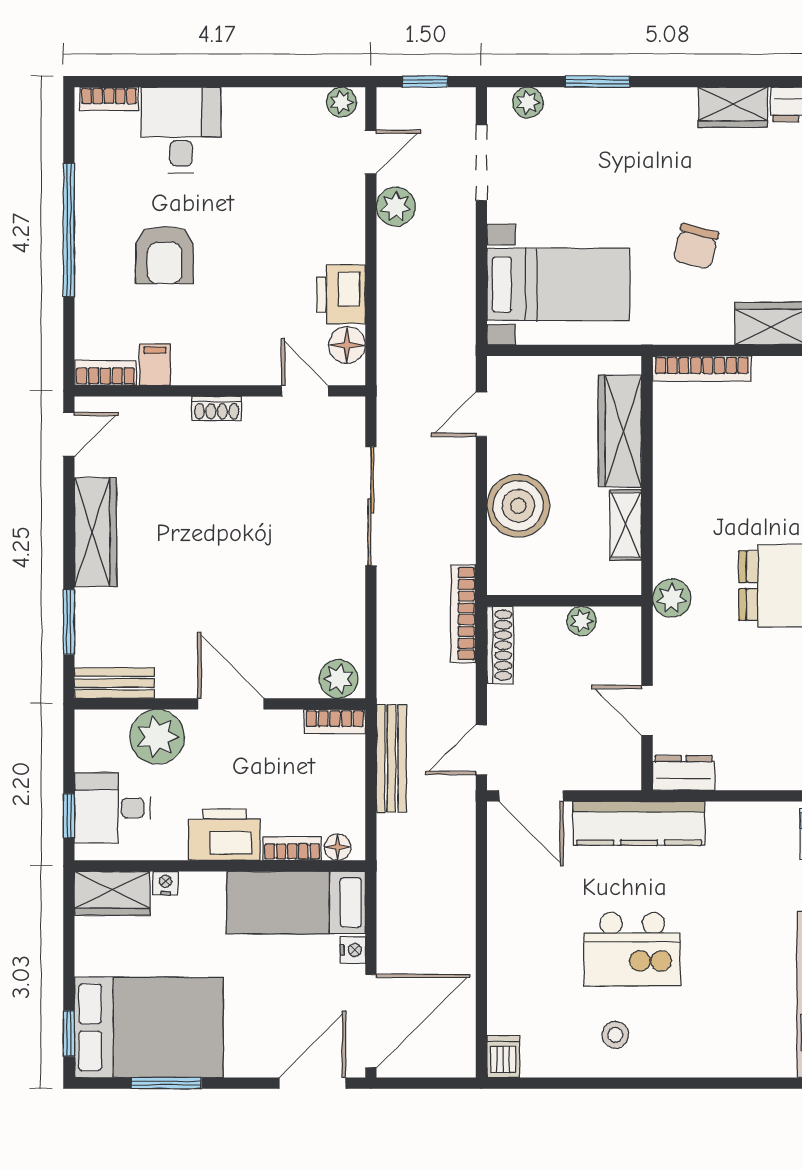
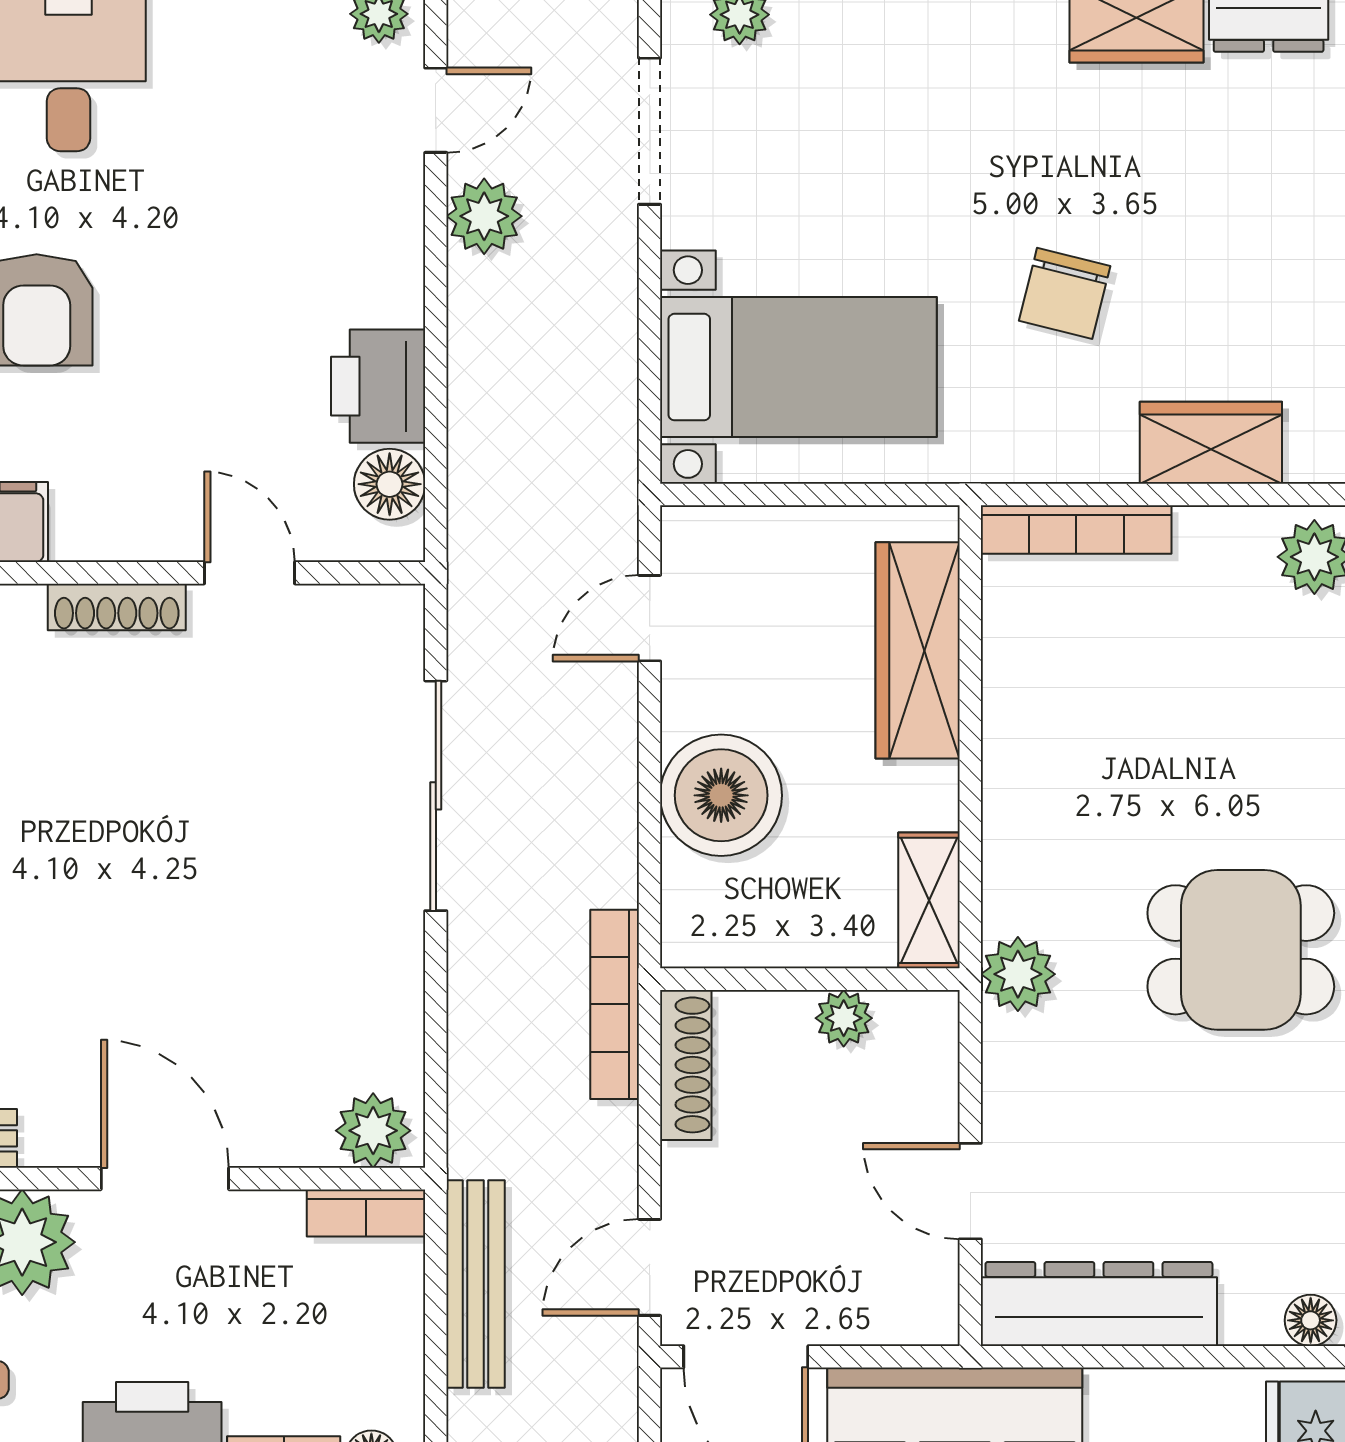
door: (305, 391) -> (249, 573), moved
shoe rack: (217, 408) -> (117, 607), width x1.43
shelving: (626, 525) -> (929, 900), moved
dresser: (684, 773) -> (1099, 1304), width x1.96, depth x1.24

